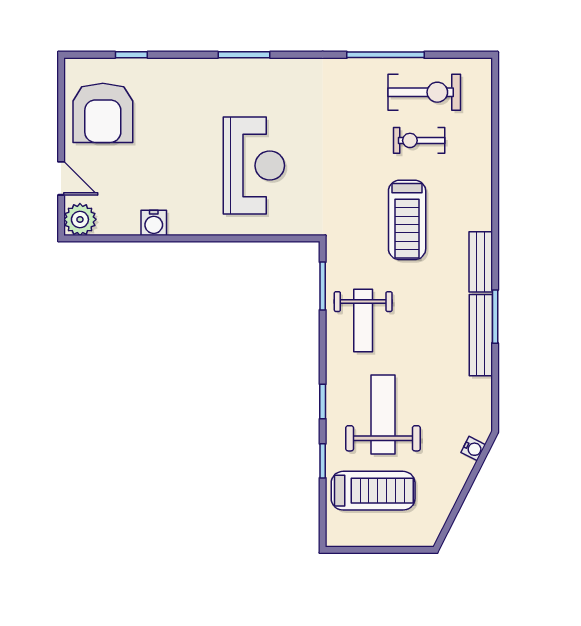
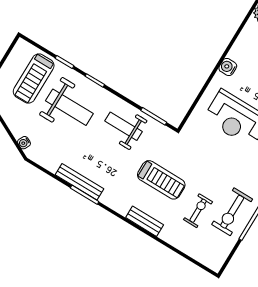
exercise bike: (424, 92) -> (232, 212), moved
treadmill: (407, 220) -> (161, 180), turned 180
water cooler: (154, 223) -> (228, 67), moved
bench: (481, 262) -> (145, 221), moved

